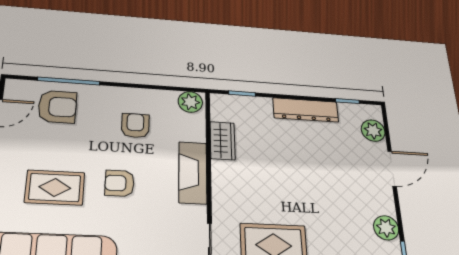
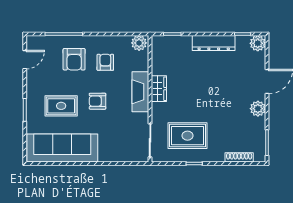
armchair: (57, 107) -> (74, 59), moved, turned 90
plant: (373, 131) -> (258, 43), moved
wardrobe: (223, 141) -> (159, 89), moved
plant: (386, 228) -> (258, 109), moved

